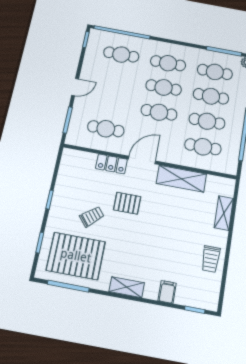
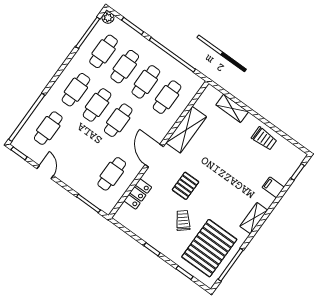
door: (75, 87) -> (45, 172), moved
locker: (111, 164) -> (138, 194), moved

